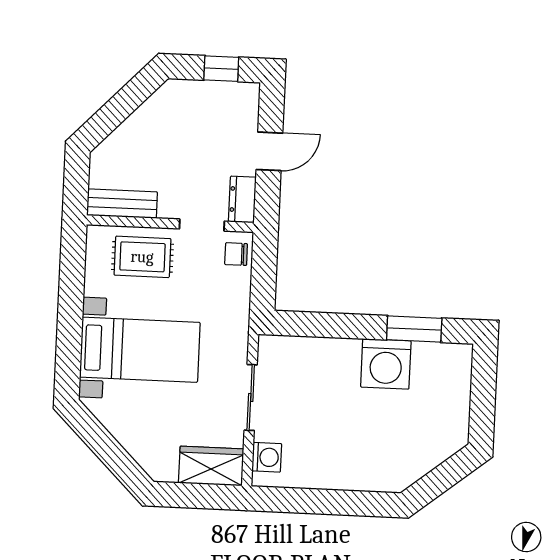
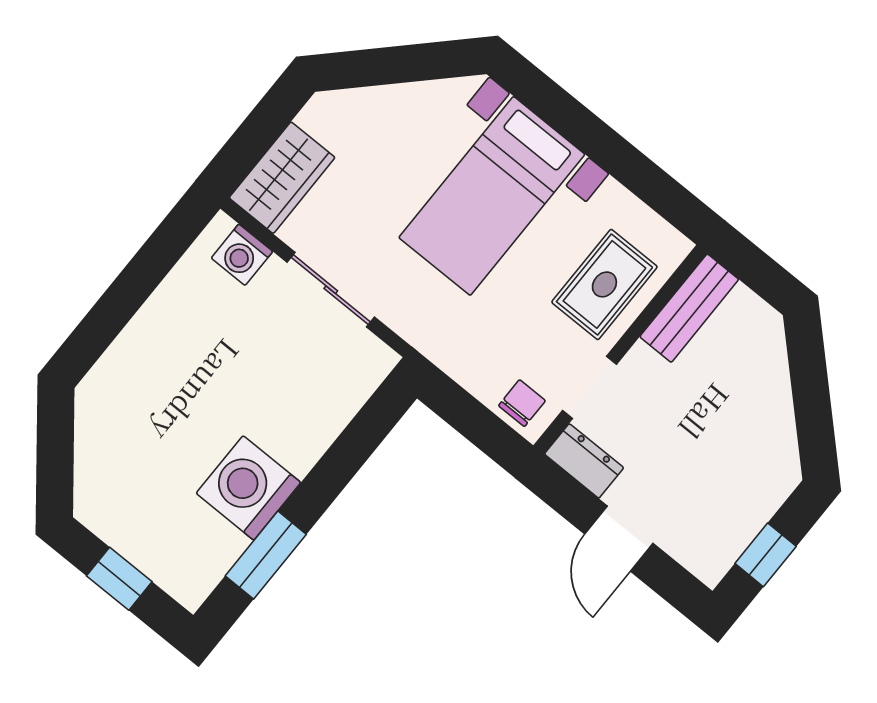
window: (483, 396) -> (119, 579), added

